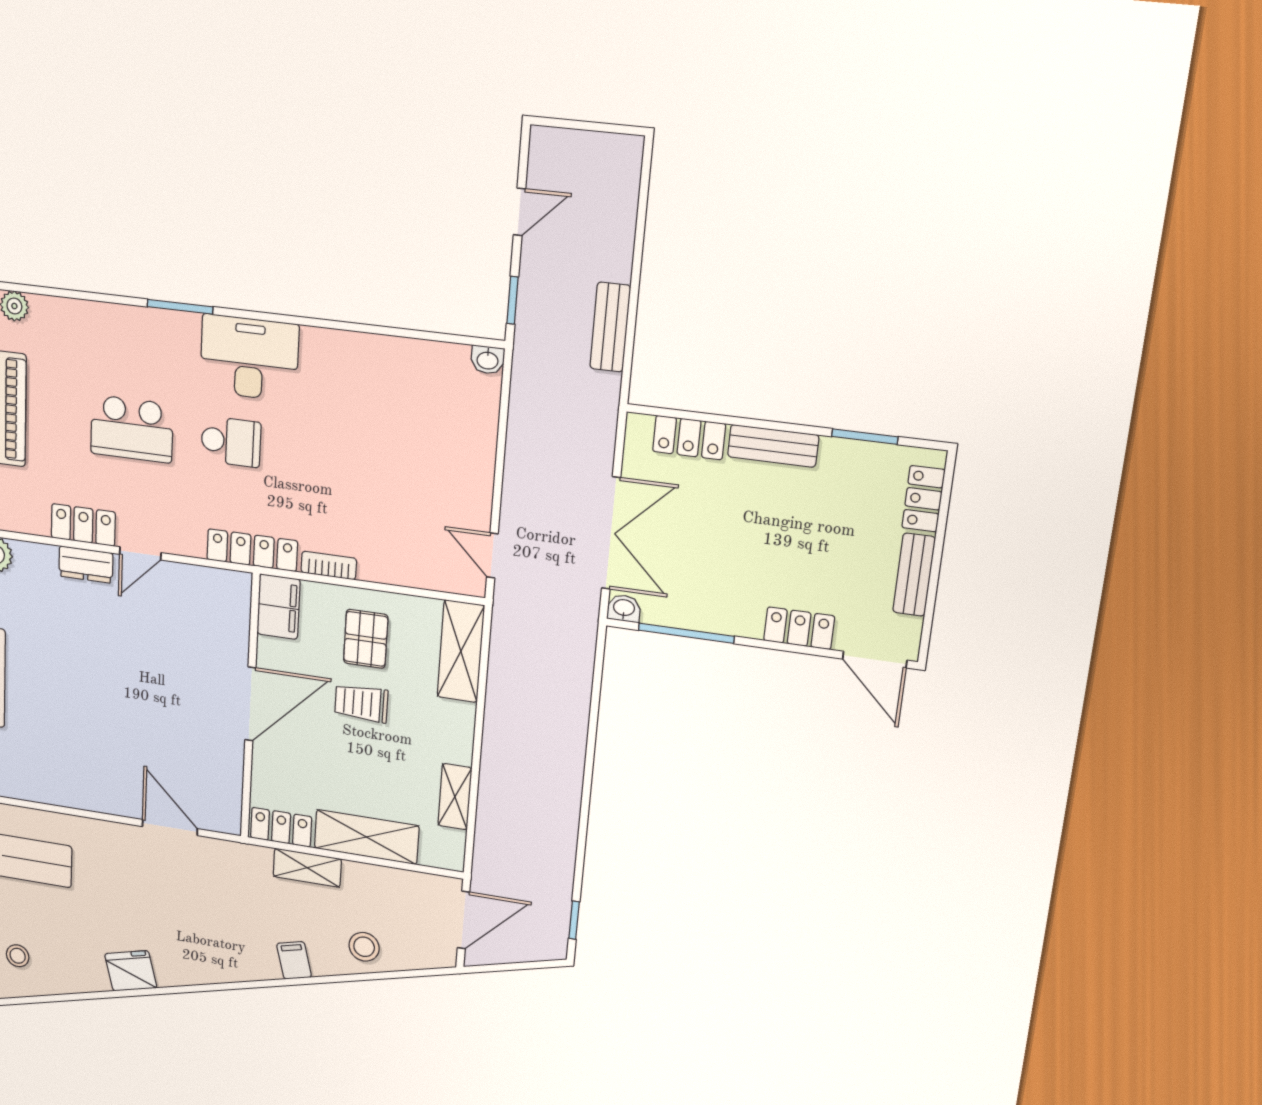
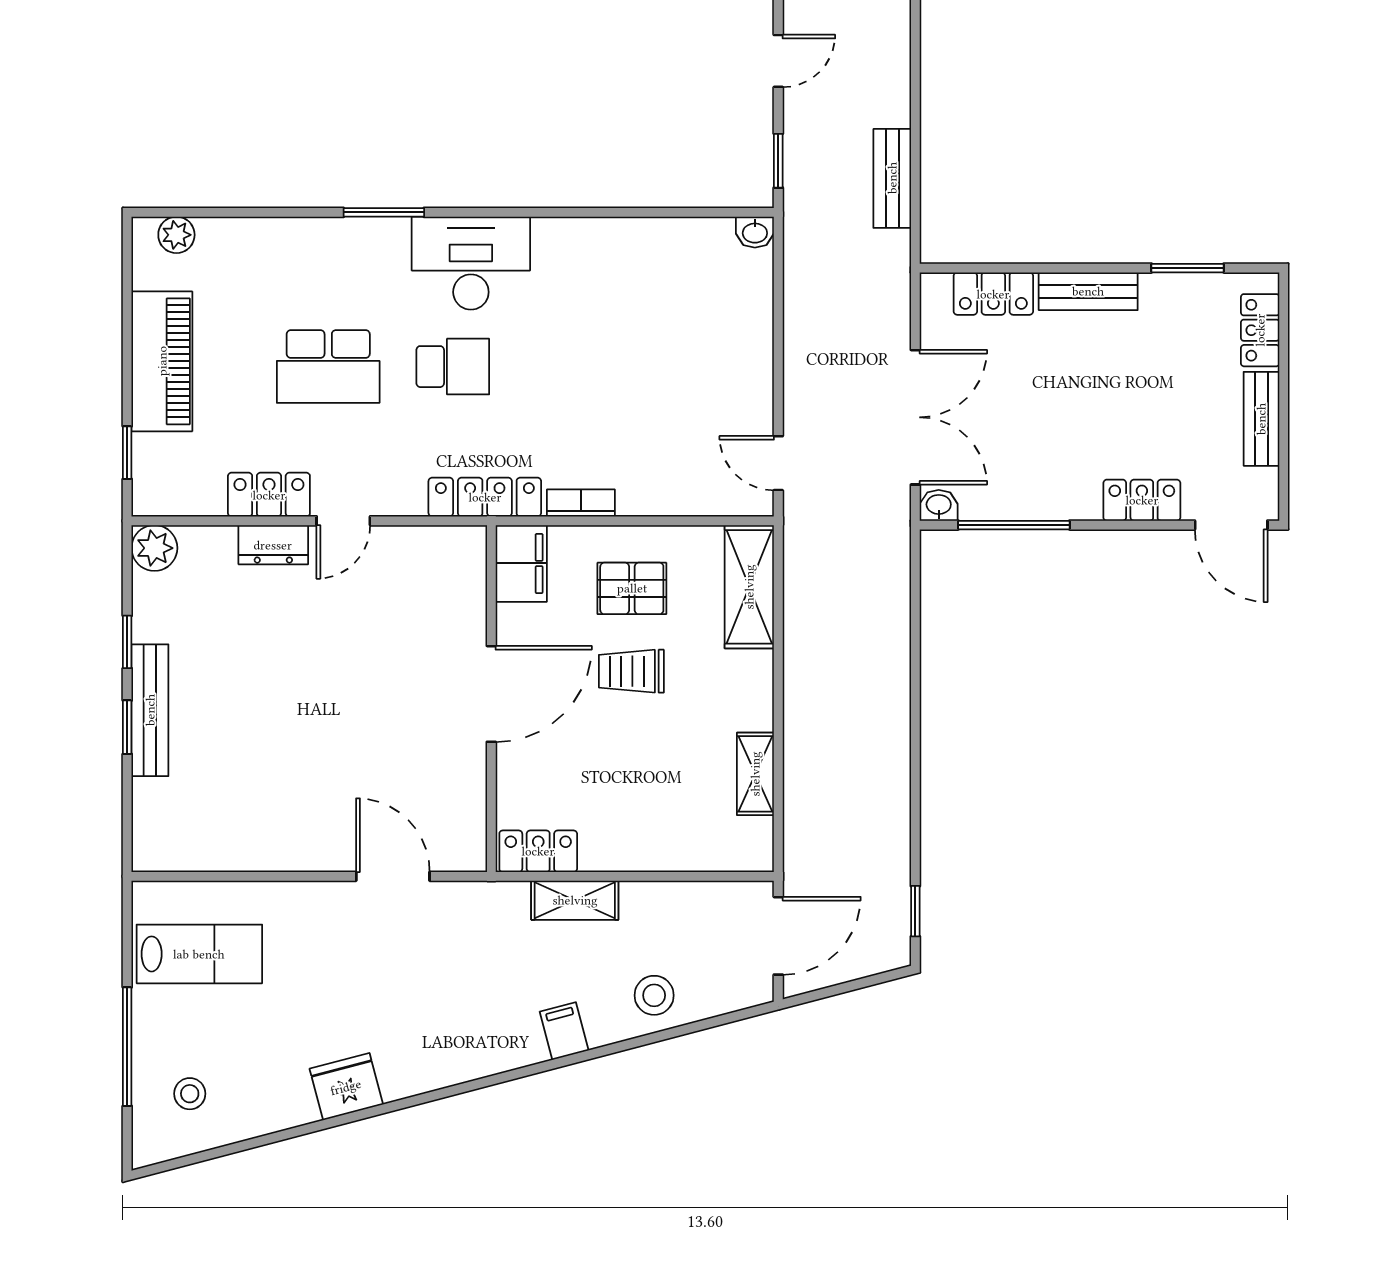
pallet: (366, 639) -> (632, 588), turned 90
shelving: (367, 837) -> (648, 846), removed

